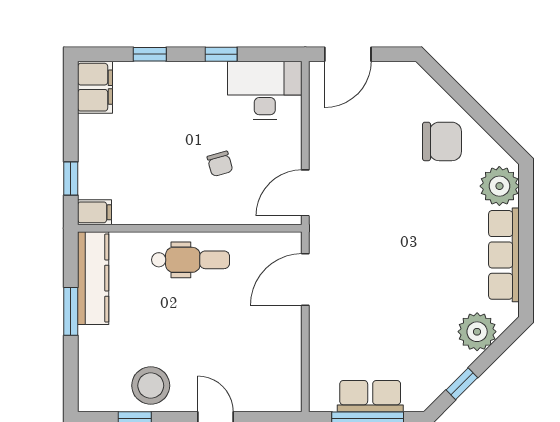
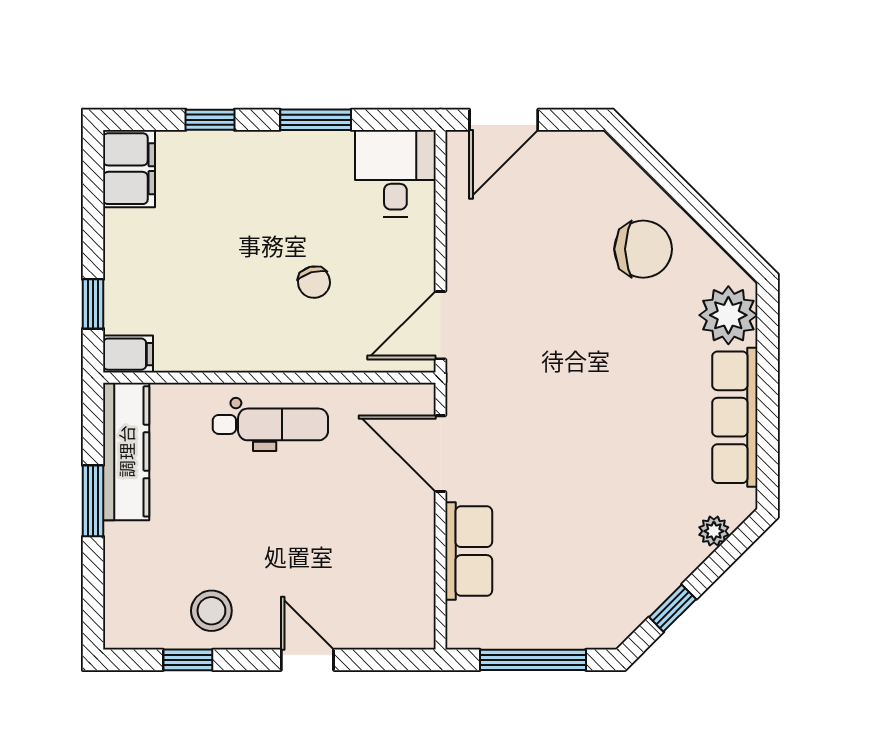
window: (221, 54) -> (316, 120), width x1.50
desk: (265, 90) -> (395, 173), width x0.73
door: (305, 279) -> (440, 454), hinge flipped
plant: (477, 332) -> (714, 531), width x0.53, depth x0.53
stool: (151, 386) -> (211, 611), width x0.73, depth x0.73
row of seats: (370, 396) -> (469, 551), moved, turned 90

